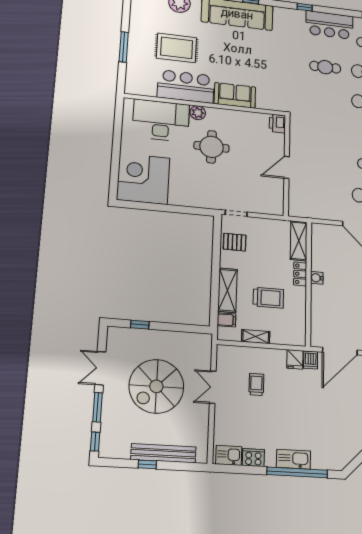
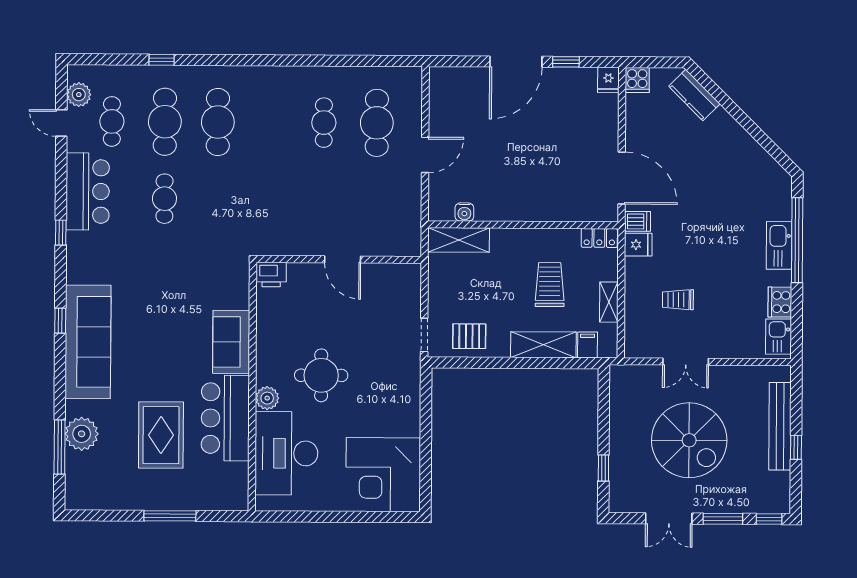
pallet: (235, 242) -> (469, 336), turned 90
locker: (300, 274) -> (599, 238), moved
water cooler: (317, 278) -> (464, 212), moved

